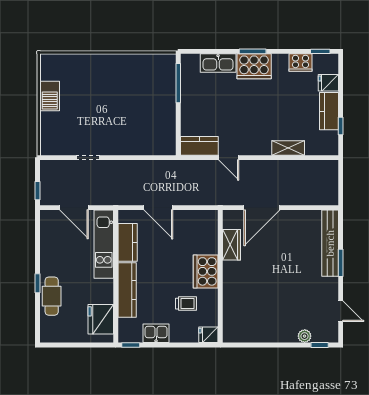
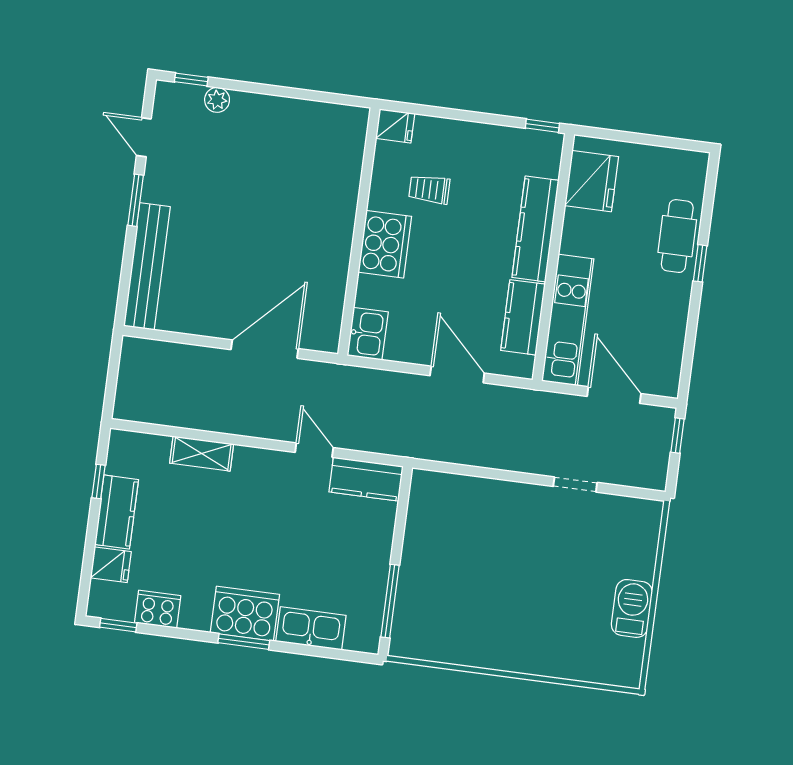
wardrobe: (232, 245) -> (330, 287), removed
window: (341, 263) -> (136, 200), moved
kitchen sink: (156, 333) -> (368, 334), moved, turned -90

